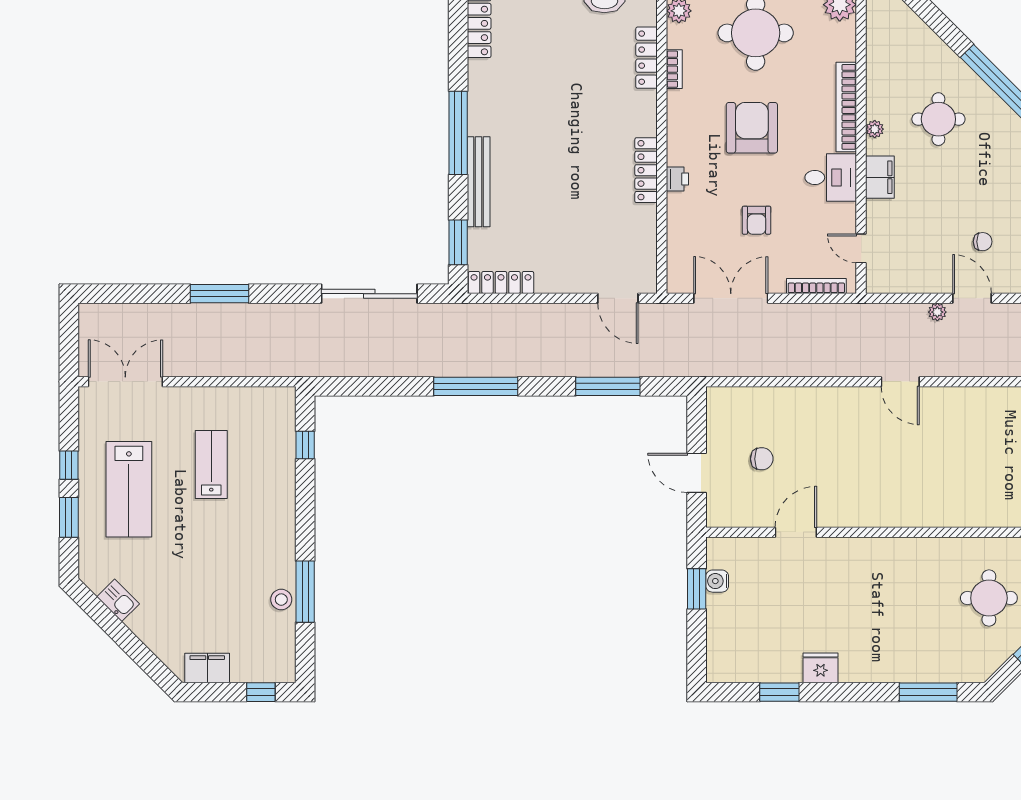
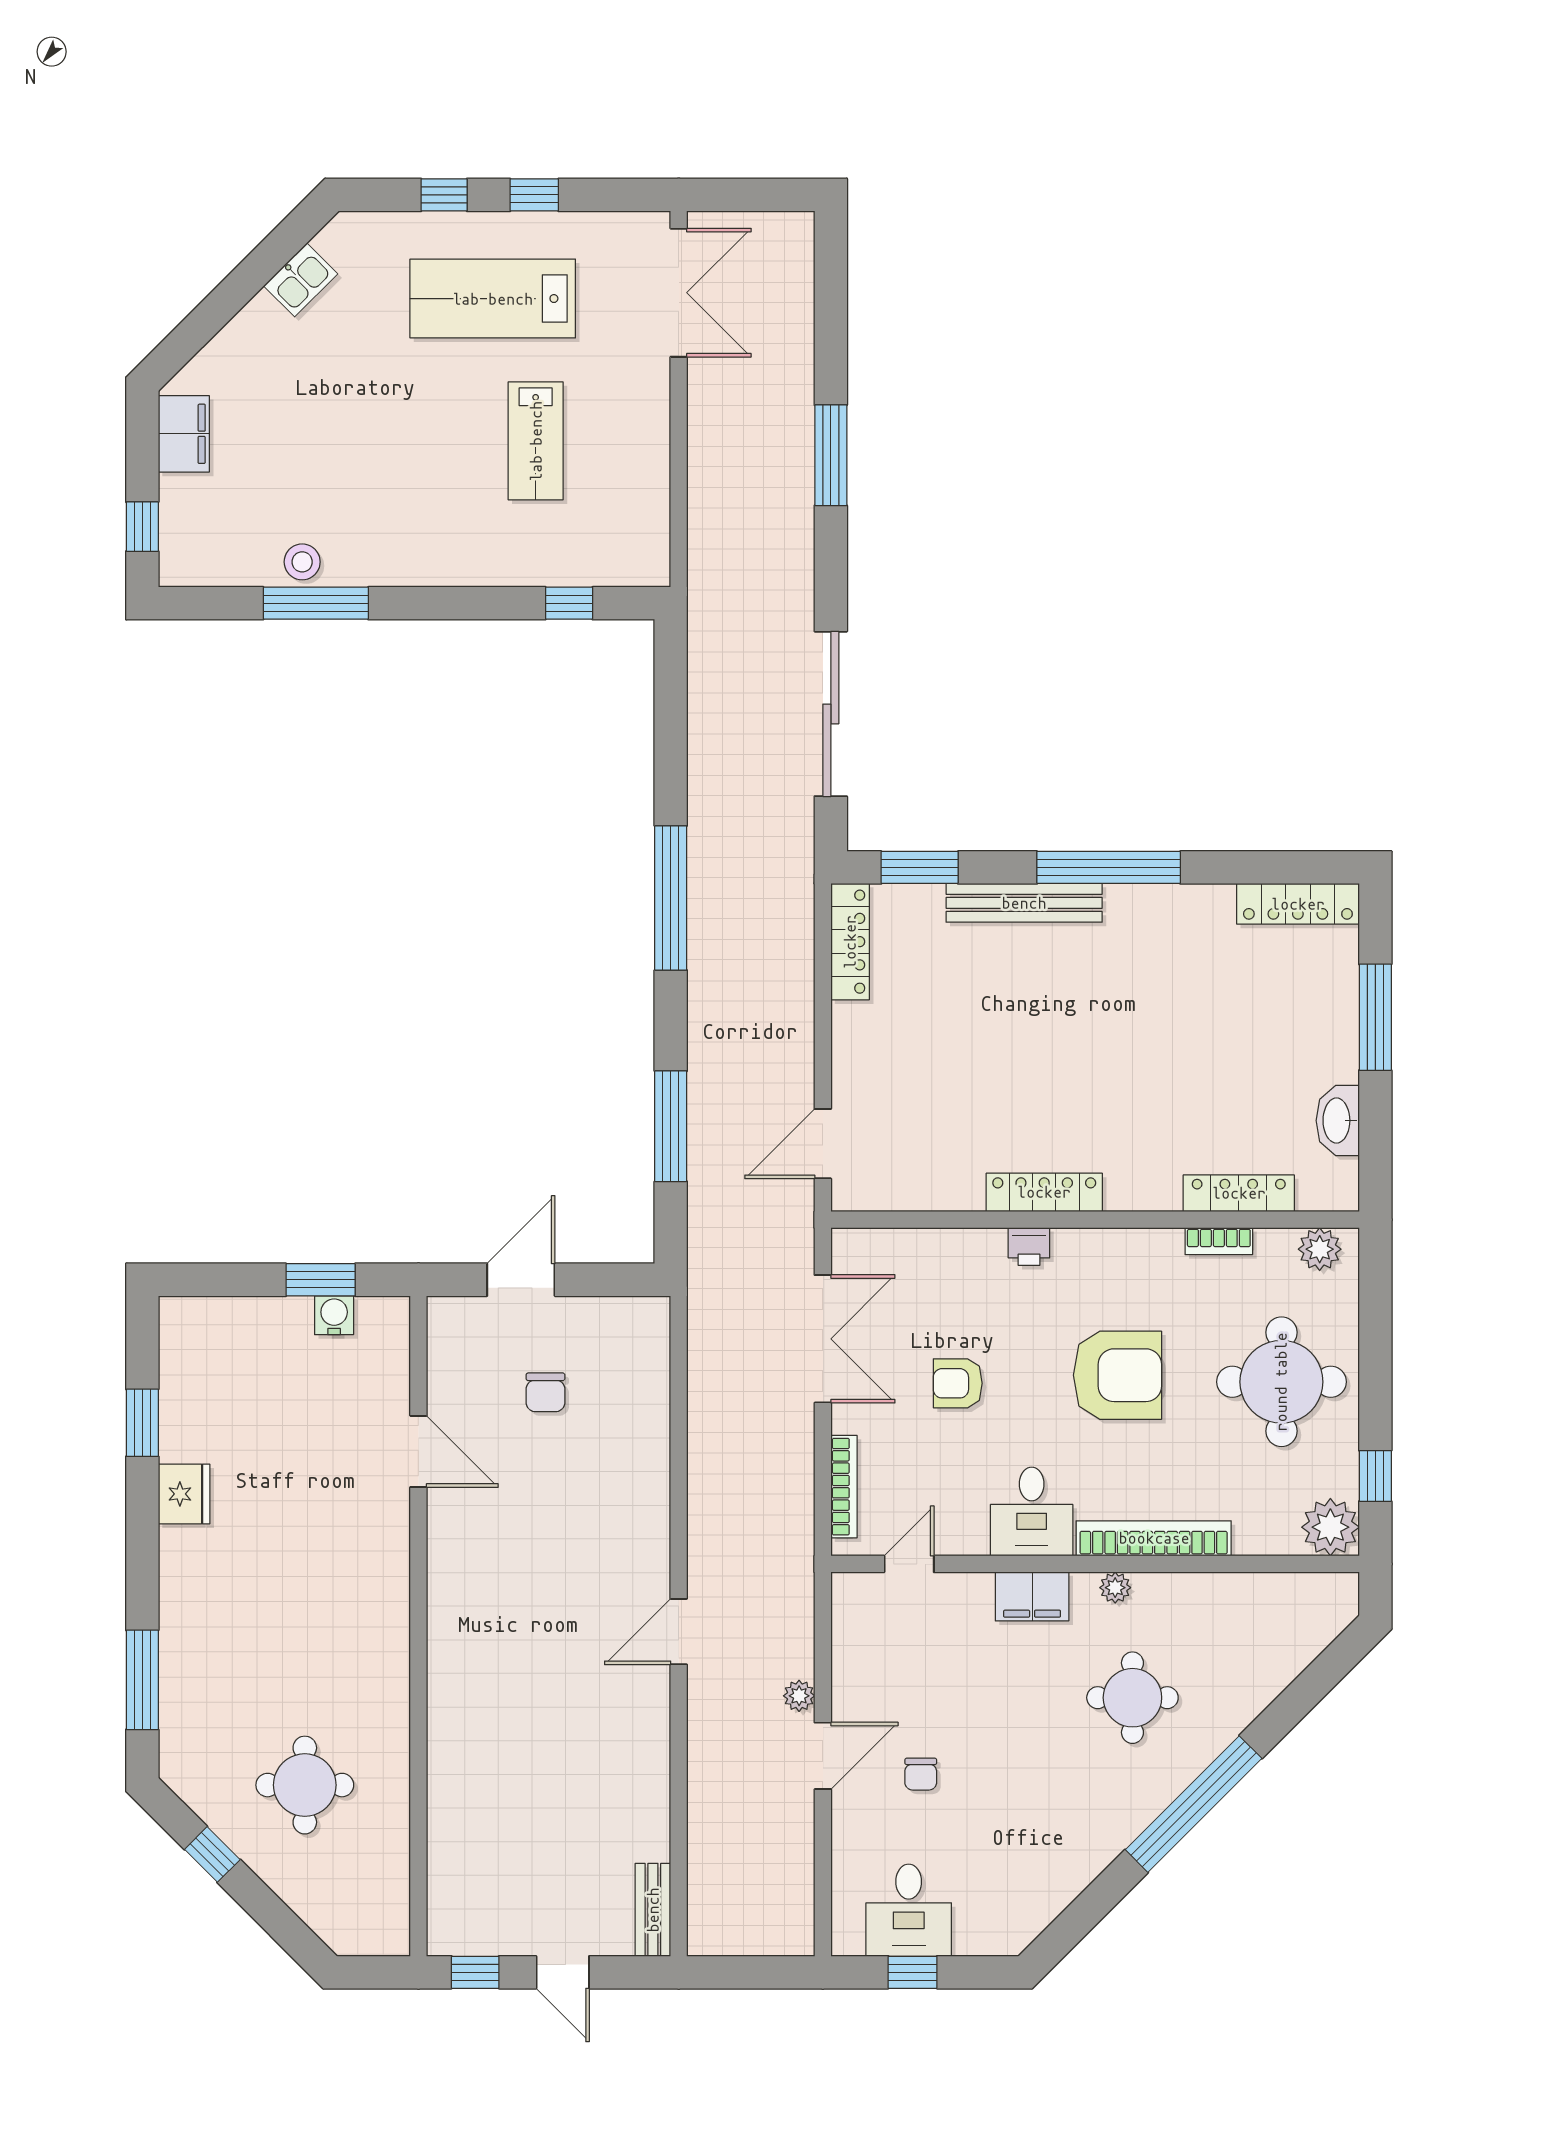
lab bench: (211, 464) -> (536, 441), turned 90
window: (69, 517) -> (444, 195), width x0.67

